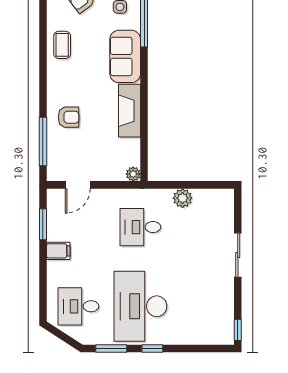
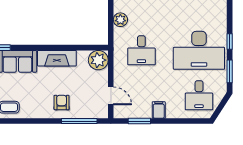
plant: (133, 174) -> (98, 60), width x1.88, depth x1.88

